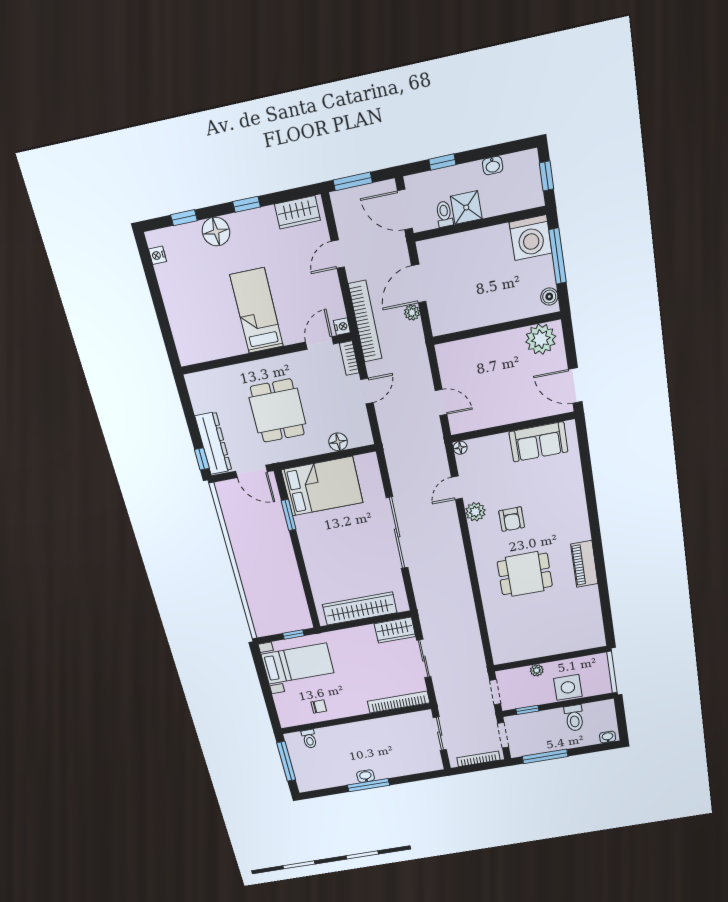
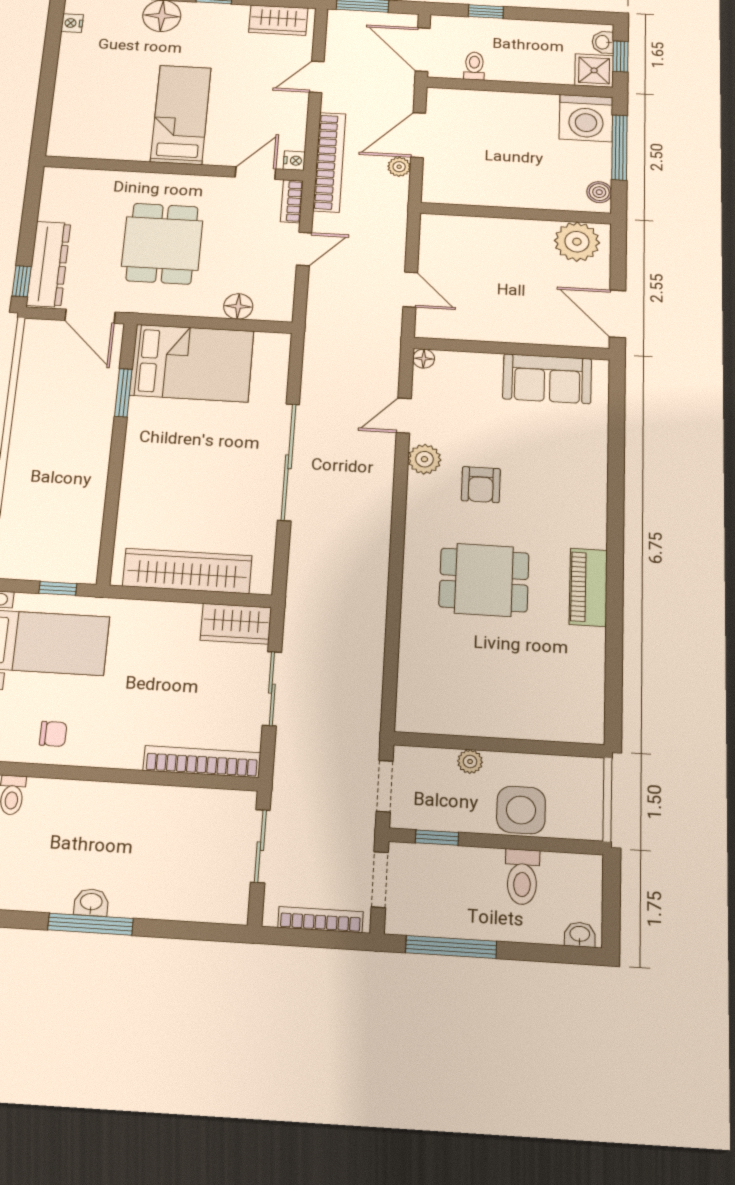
washbasin: (493, 166) -> (603, 42), moved, turned 90
shower: (466, 207) -> (594, 70), moved

